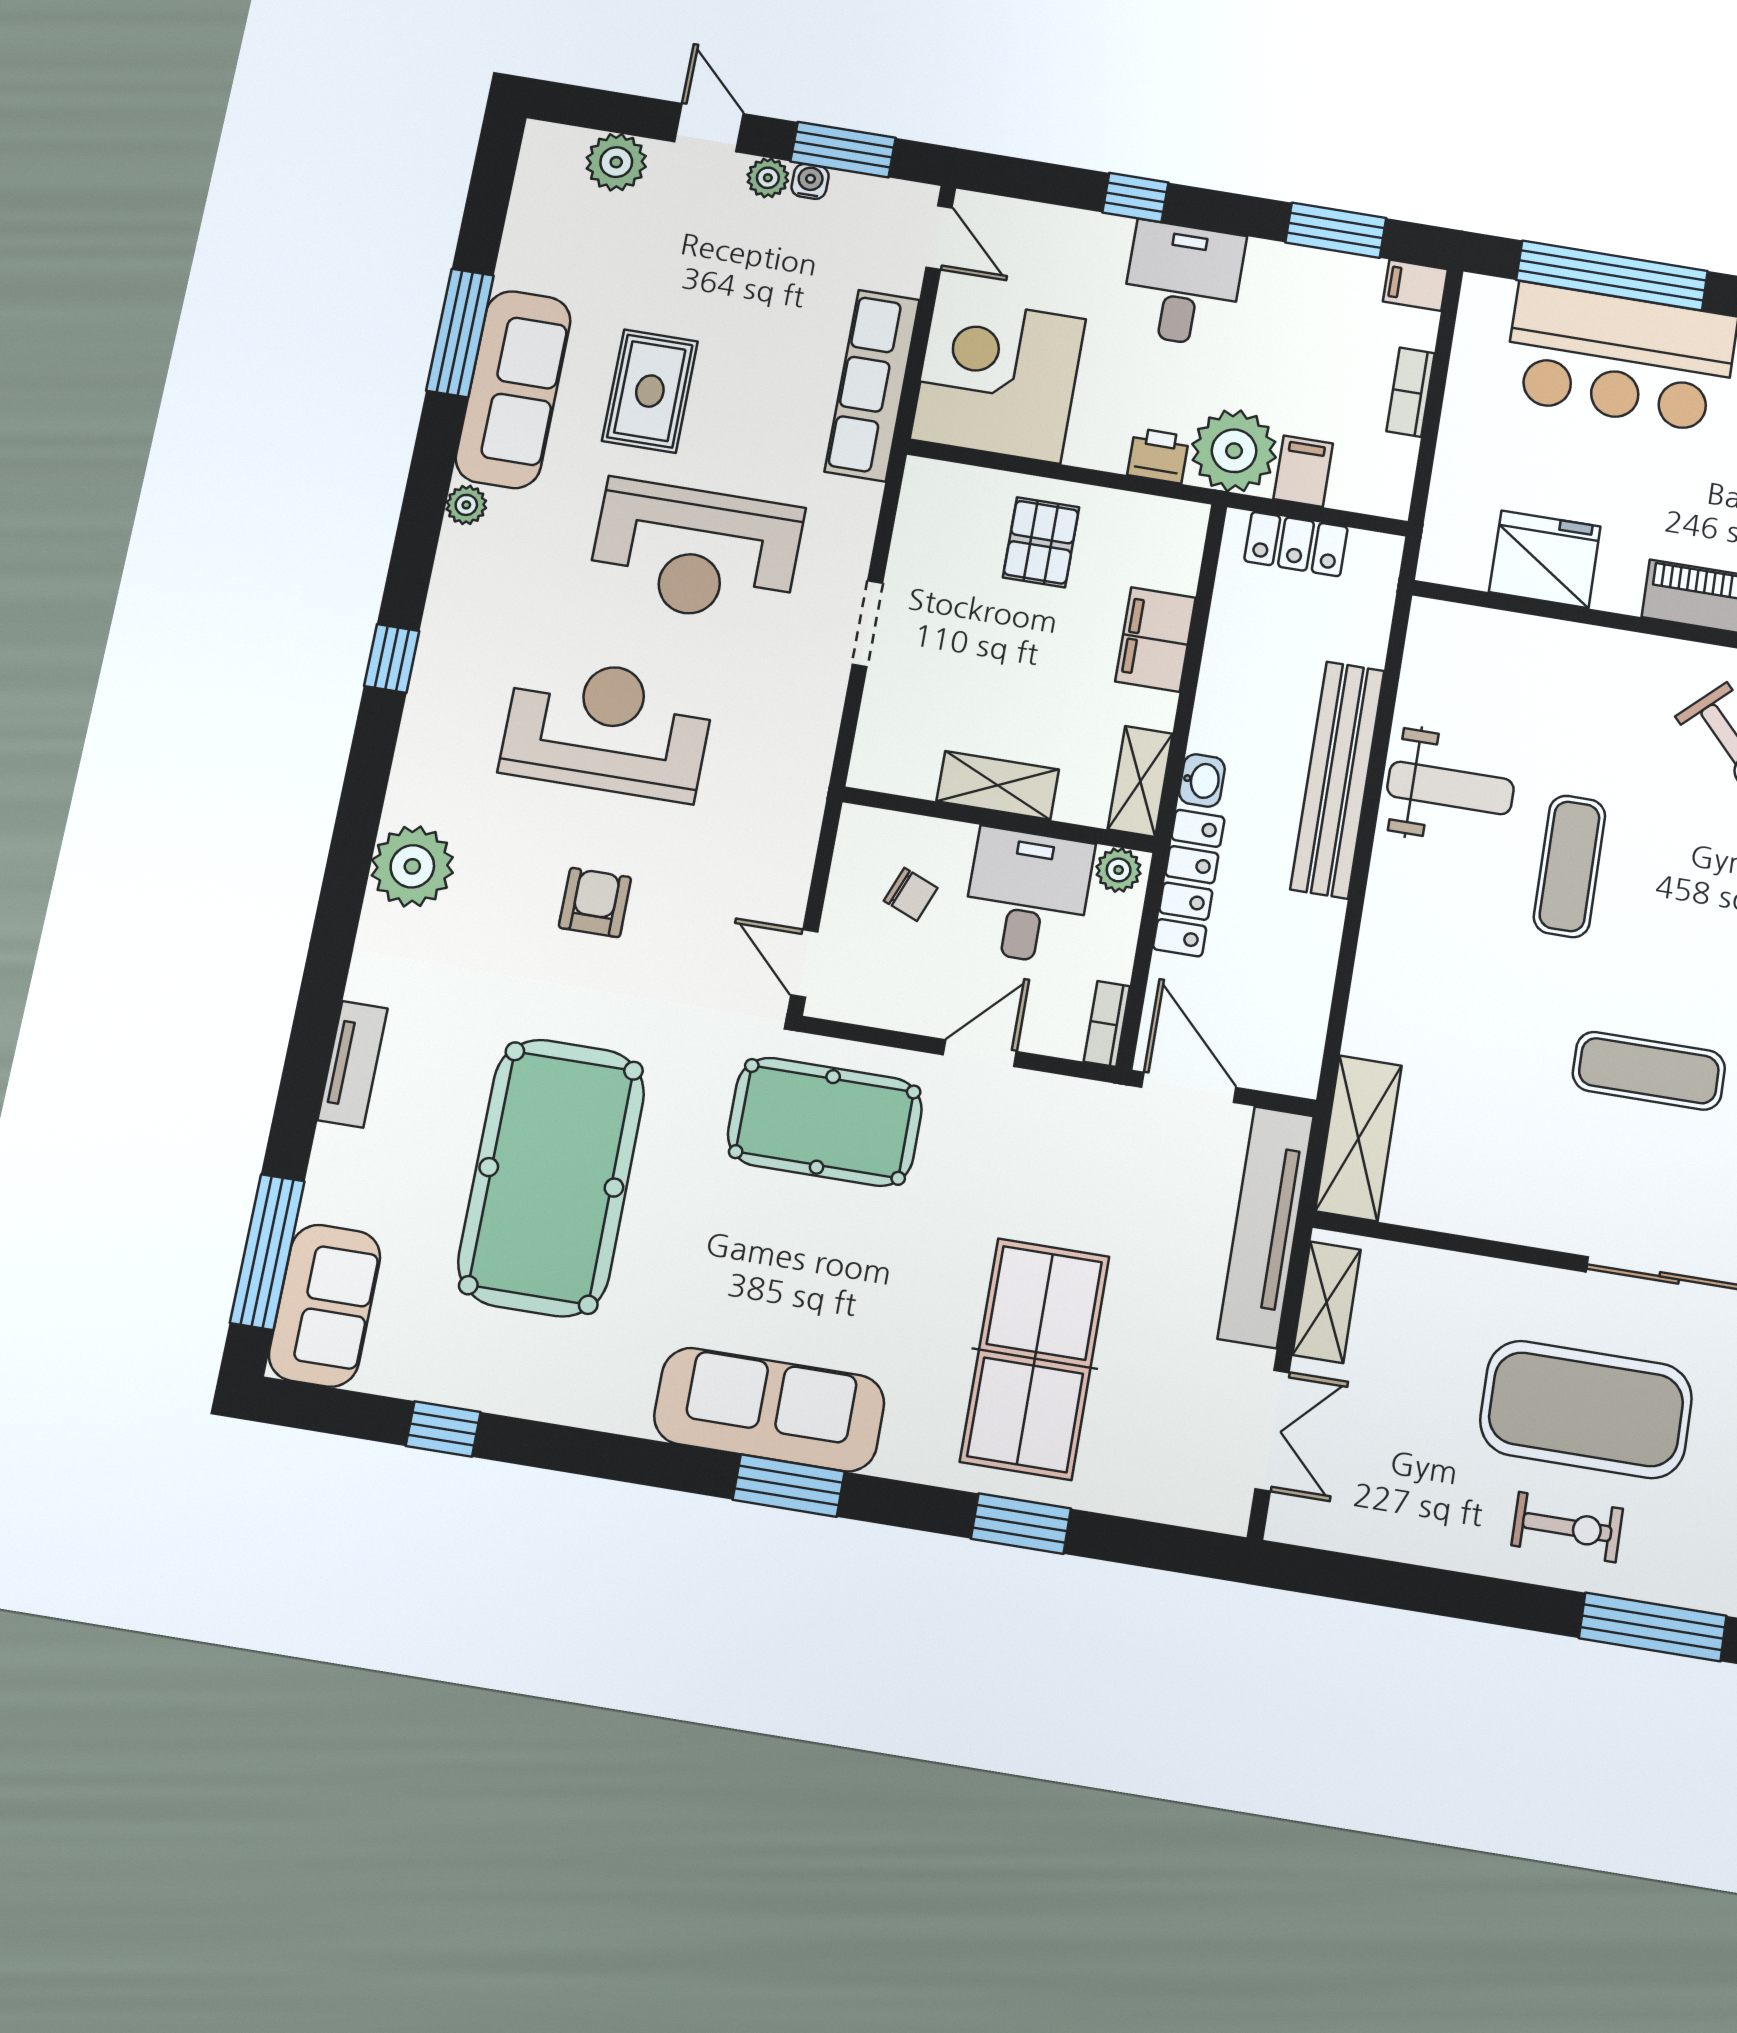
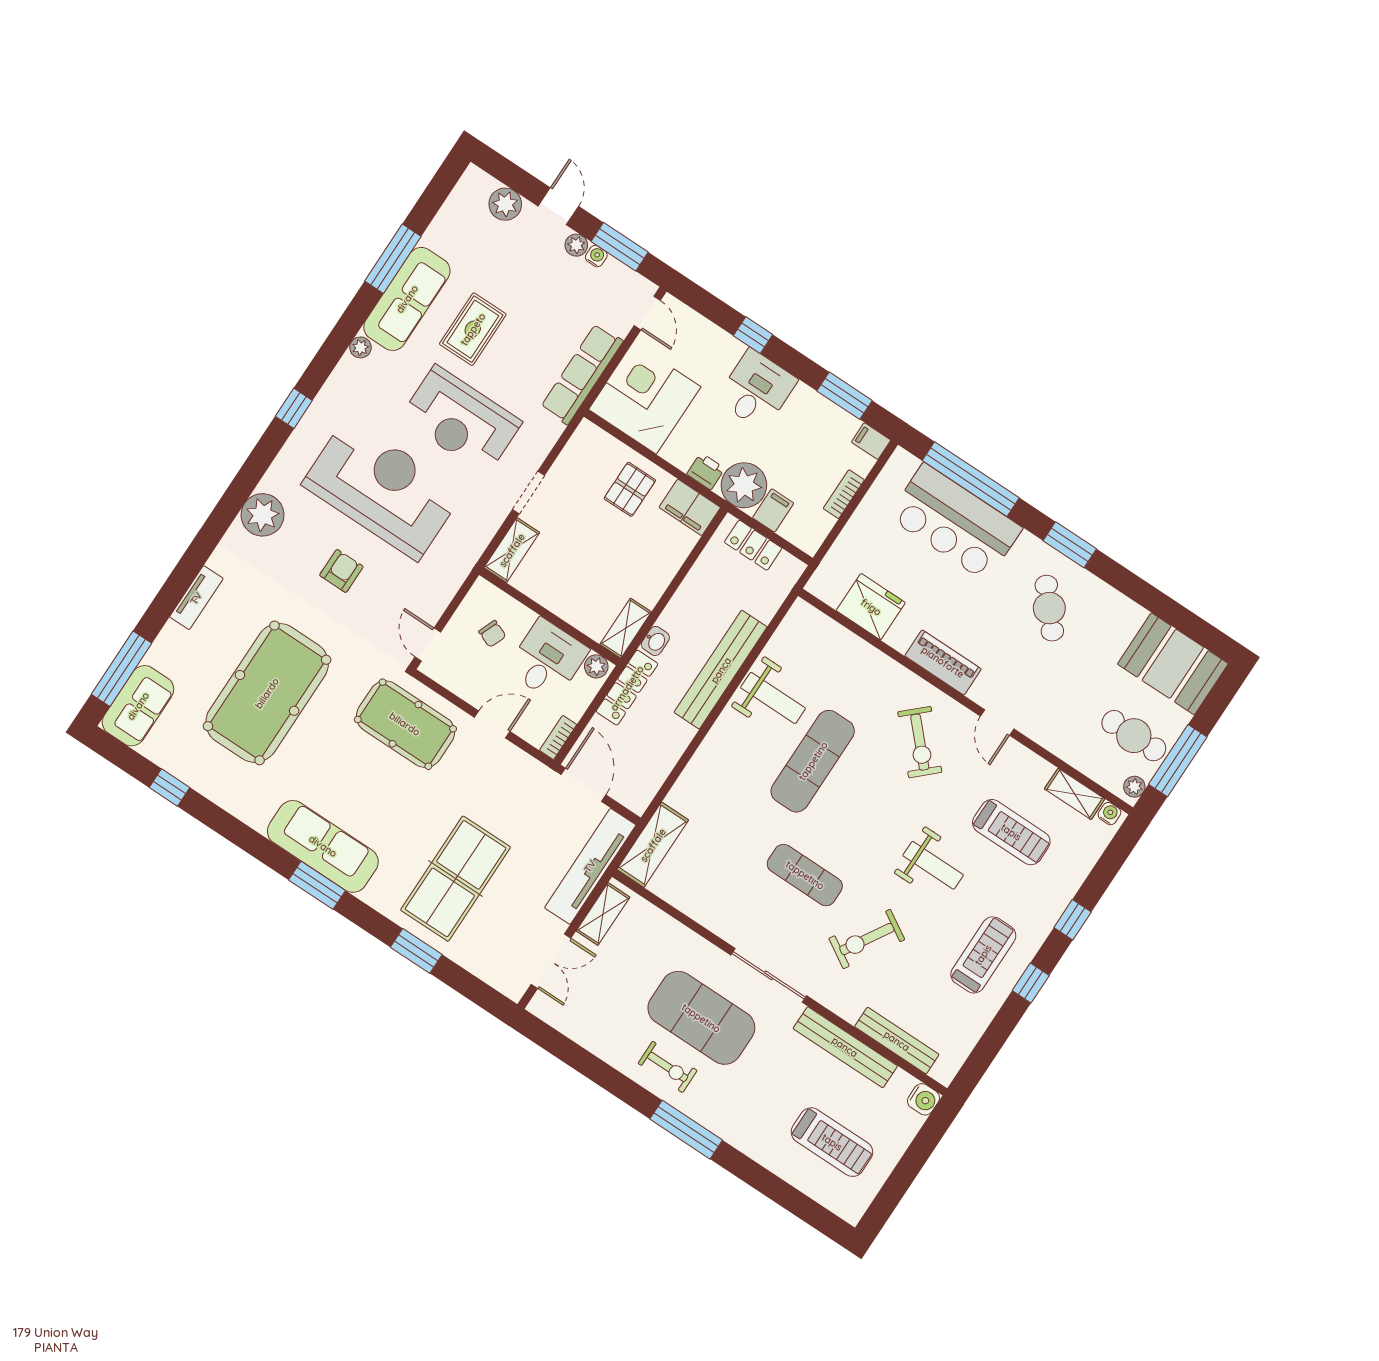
filing cabinet: (1155, 640) -> (690, 507), moved, turned -90
reception desk: (607, 728) -> (382, 489), width x1.36, depth x1.30
shelving: (998, 785) -> (512, 550), moved, turned 90
exercise mat: (1569, 866) -> (813, 761), width x1.36, depth x1.45

